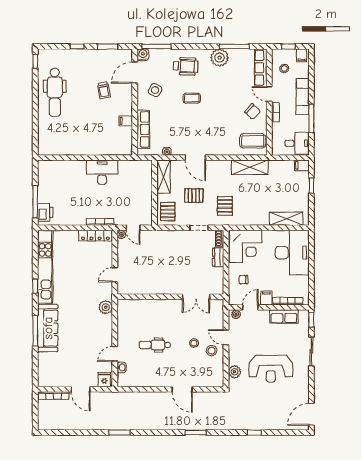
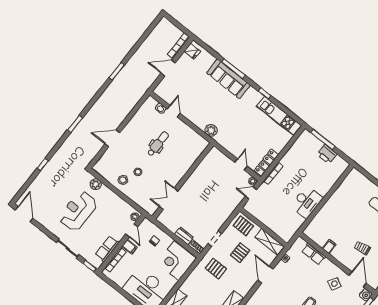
row of seats: (143, 129) -> (314, 254), width x0.68
door: (195, 158) -> (266, 275), hinge flipped
printer: (45, 212) -> (327, 154), moved
kitchen unit: (45, 267) -> (279, 116), width x0.73
door: (115, 275) -> (241, 164), moved
door: (226, 337) -> (124, 197), removed
fridge: (104, 380) -> (192, 51), moved

